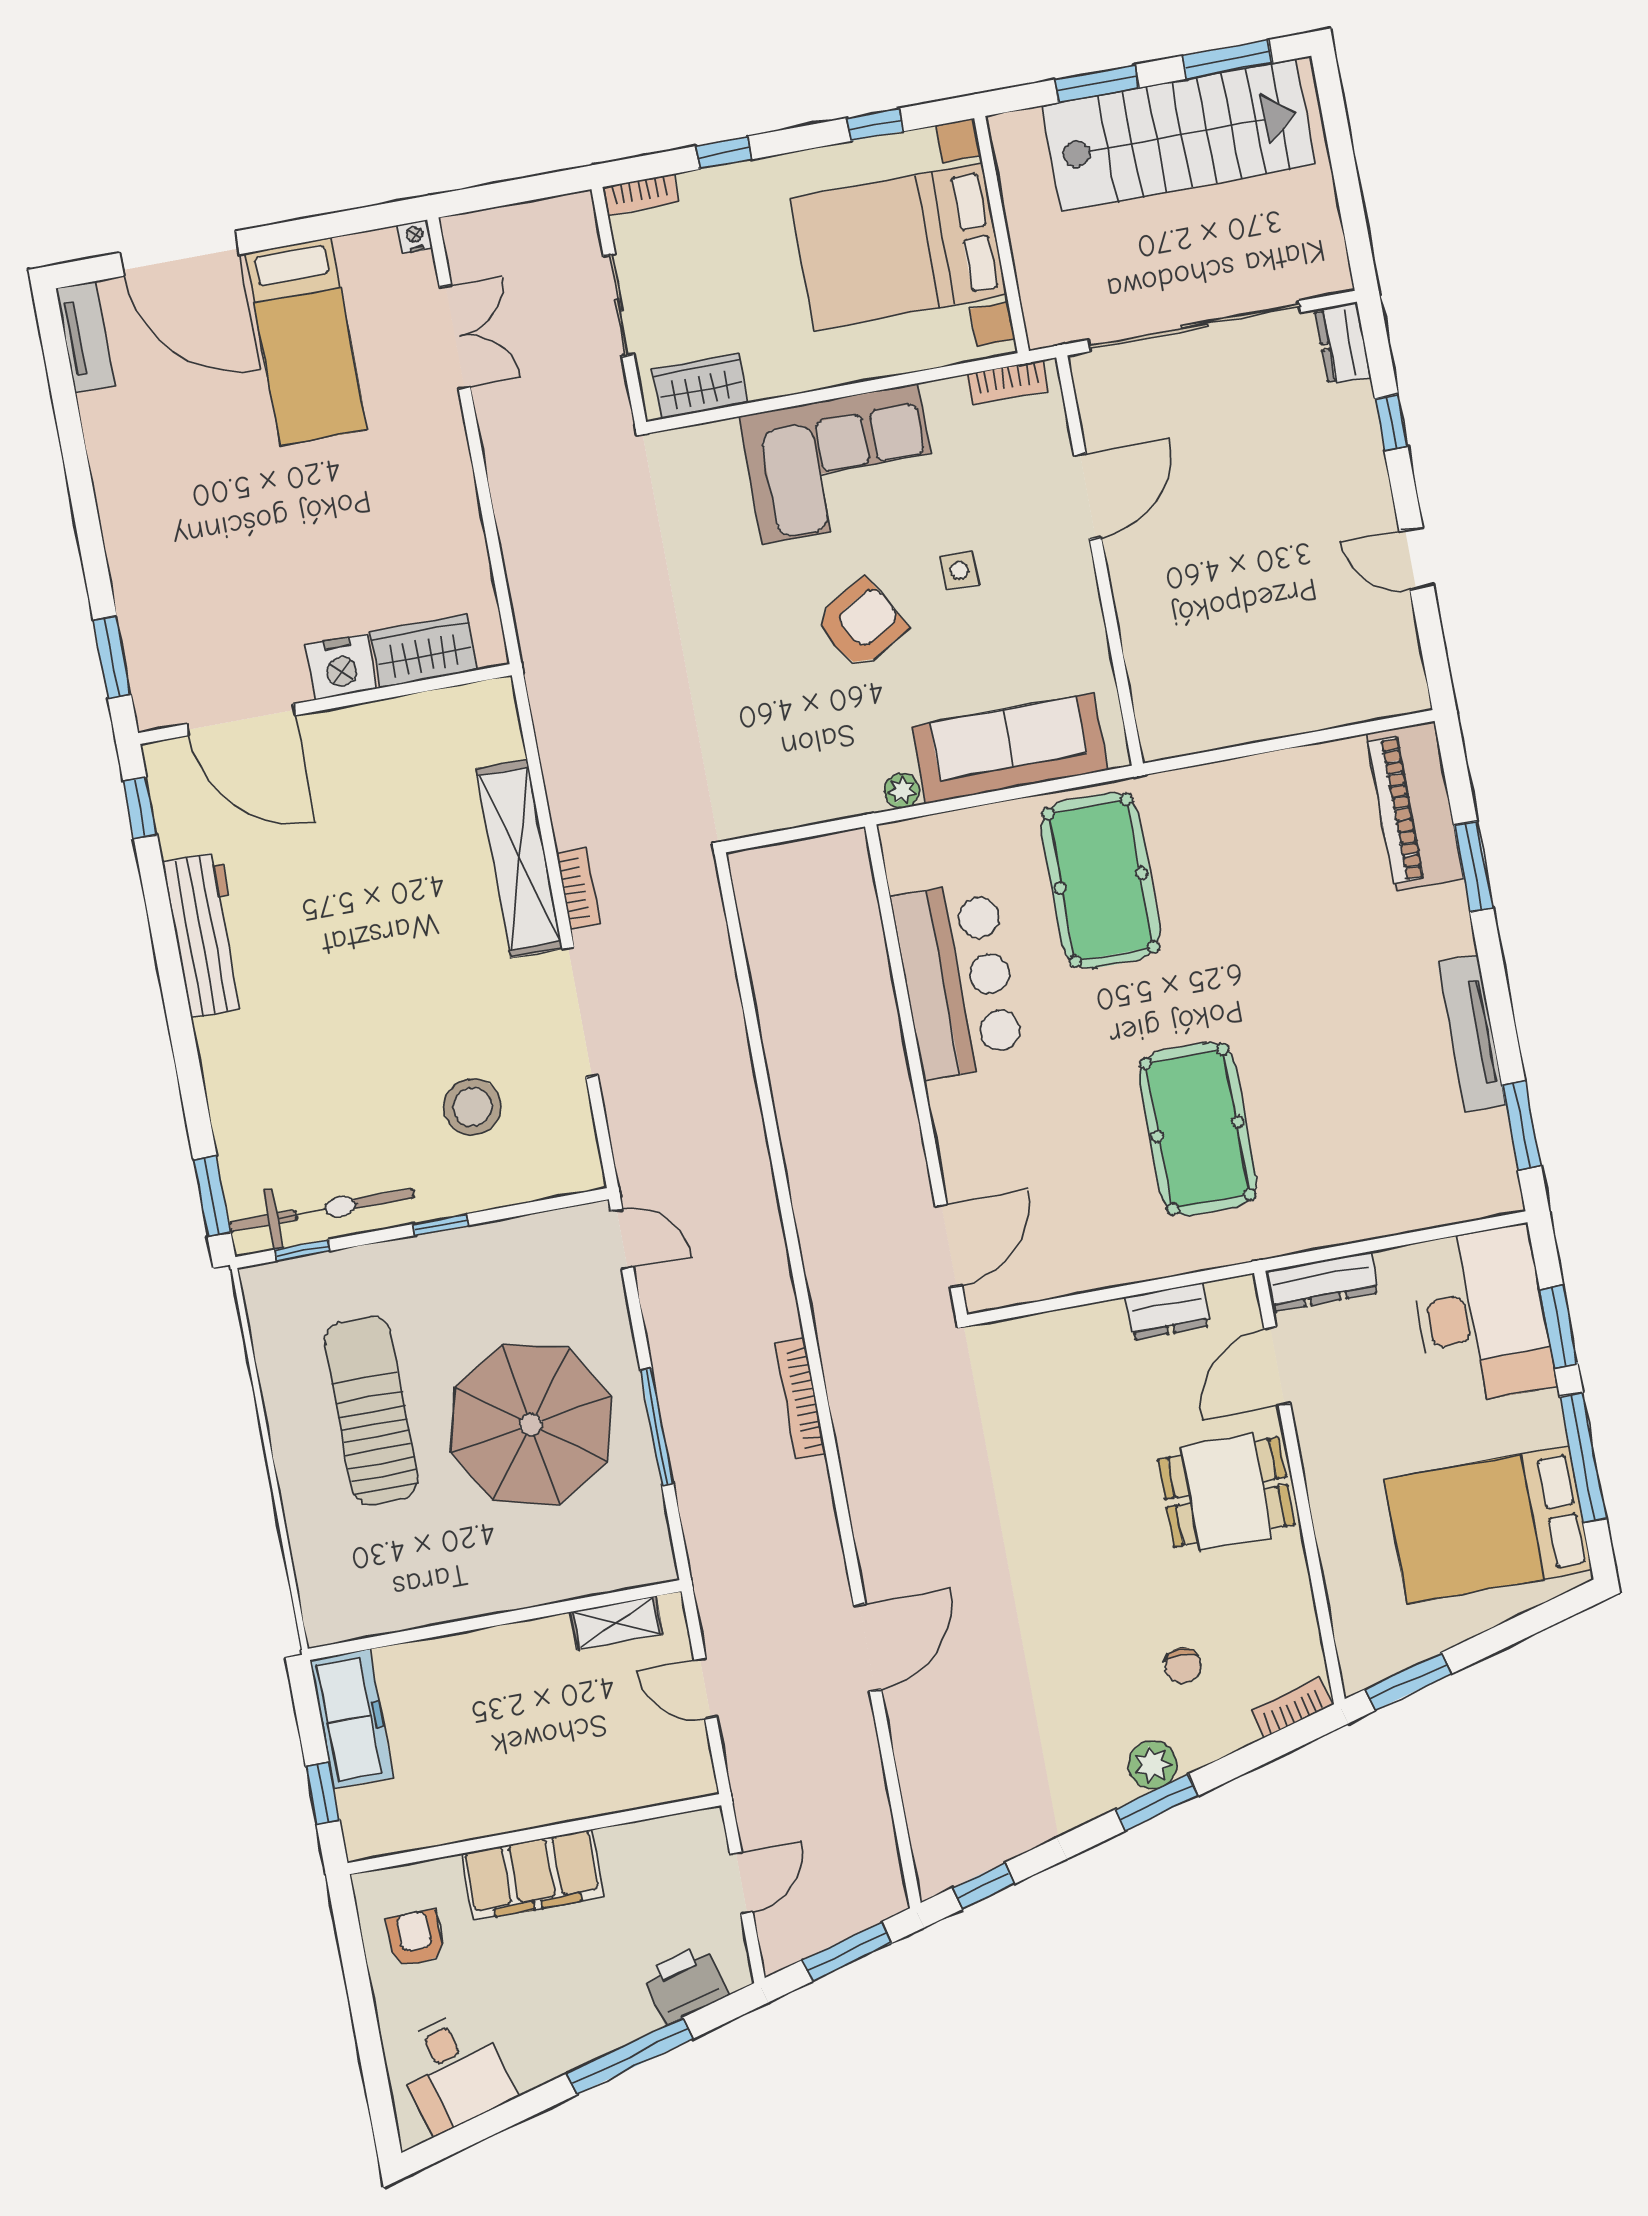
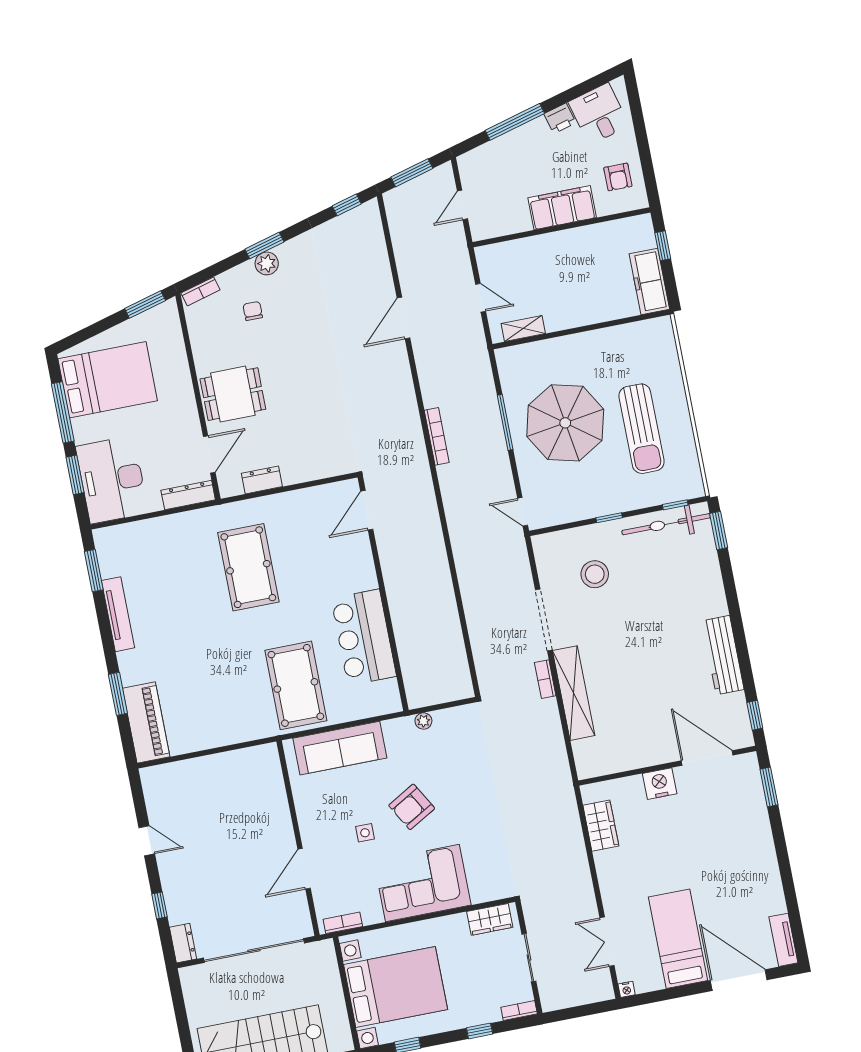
wardrobe: (424, 651) -> (601, 826), moved, turned -90
plant: (902, 791) -> (423, 721), moved
printer: (685, 1984) -> (560, 118), moved, width x0.73, depth x0.81

